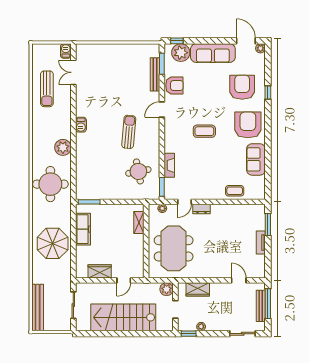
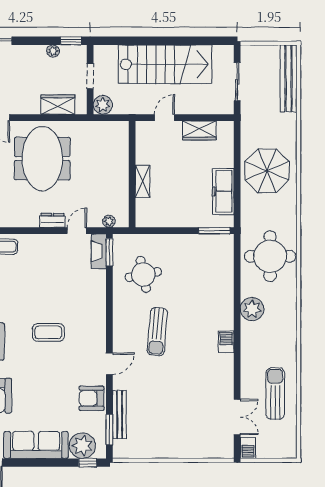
fireplace: (169, 165) -> (99, 251), moved
shelving: (139, 223) -> (143, 181), moved
meeting table: (174, 248) -> (42, 159), moved

